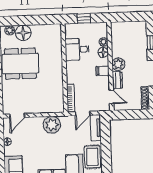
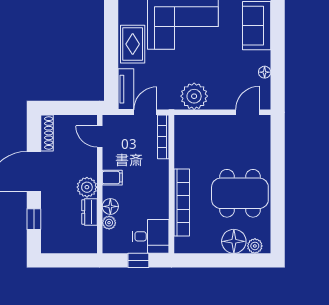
desk: (77, 49) -> (151, 236), moved
bookcase: (57, 56) -> (182, 202), added
dresser: (117, 80) -> (89, 212), moved

